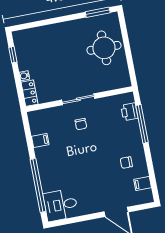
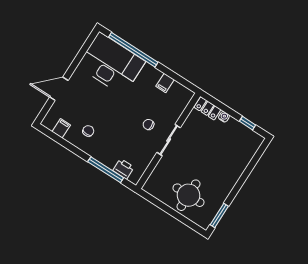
desk: (61, 205) -> (111, 64), width x1.87, depth x1.30

